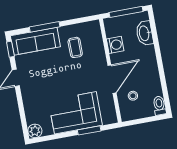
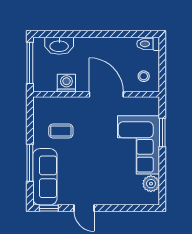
stool: (133, 96) -> (144, 76), moved
plant: (35, 131) -> (151, 184), moved

